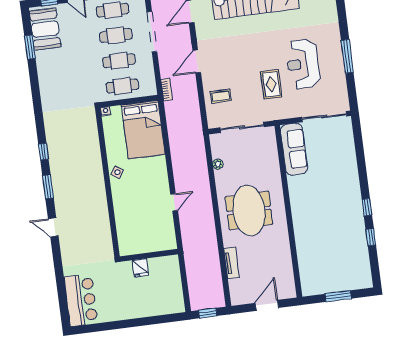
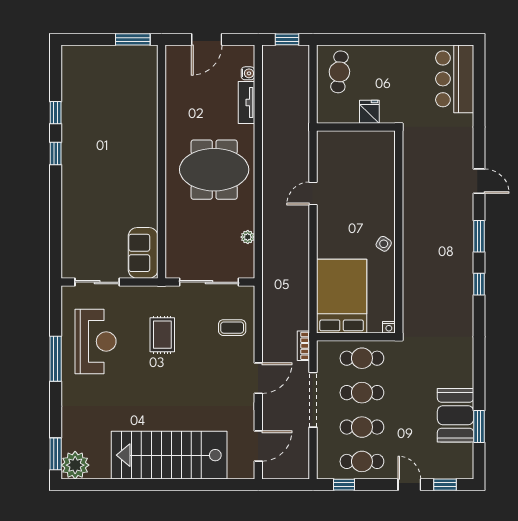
booth: (45, 29) -> (456, 415), moved
doorway: (152, 32) -> (313, 400), moved
reception desk: (303, 64) -> (96, 341), moved
sliding door: (324, 117) -> (97, 282), width x0.73
sofa: (294, 149) -> (143, 253), width x0.73
meeting table: (249, 210) -> (214, 170), turned 90
water cooler: (233, 284) -> (248, 73), added
cafe table: (166, 294) -> (339, 72), added
window: (338, 296) -> (133, 39), moved

